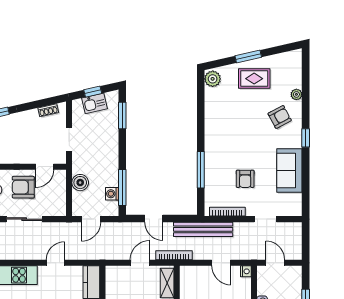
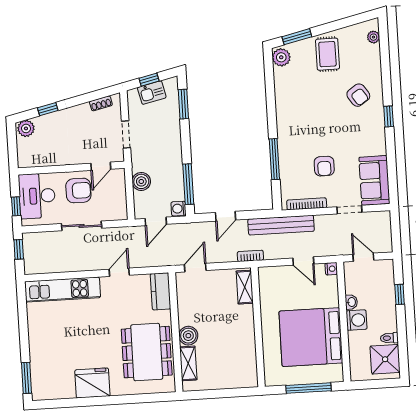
window: (248, 57) -> (297, 37), moved
rug: (254, 79) -> (327, 54), turned 90
plant: (296, 94) -> (373, 37), moved
armchair: (280, 117) -> (358, 95), turned 84
sofa: (289, 171) -> (374, 180), moved
armchair: (23, 187) -> (78, 190), turned 180
washing machine: (112, 194) -> (179, 209), moved
door: (154, 218) -> (225, 216), hinge flipped
bookcase: (174, 255) -> (250, 256), width x0.64
door: (140, 263) -> (195, 268), moved

